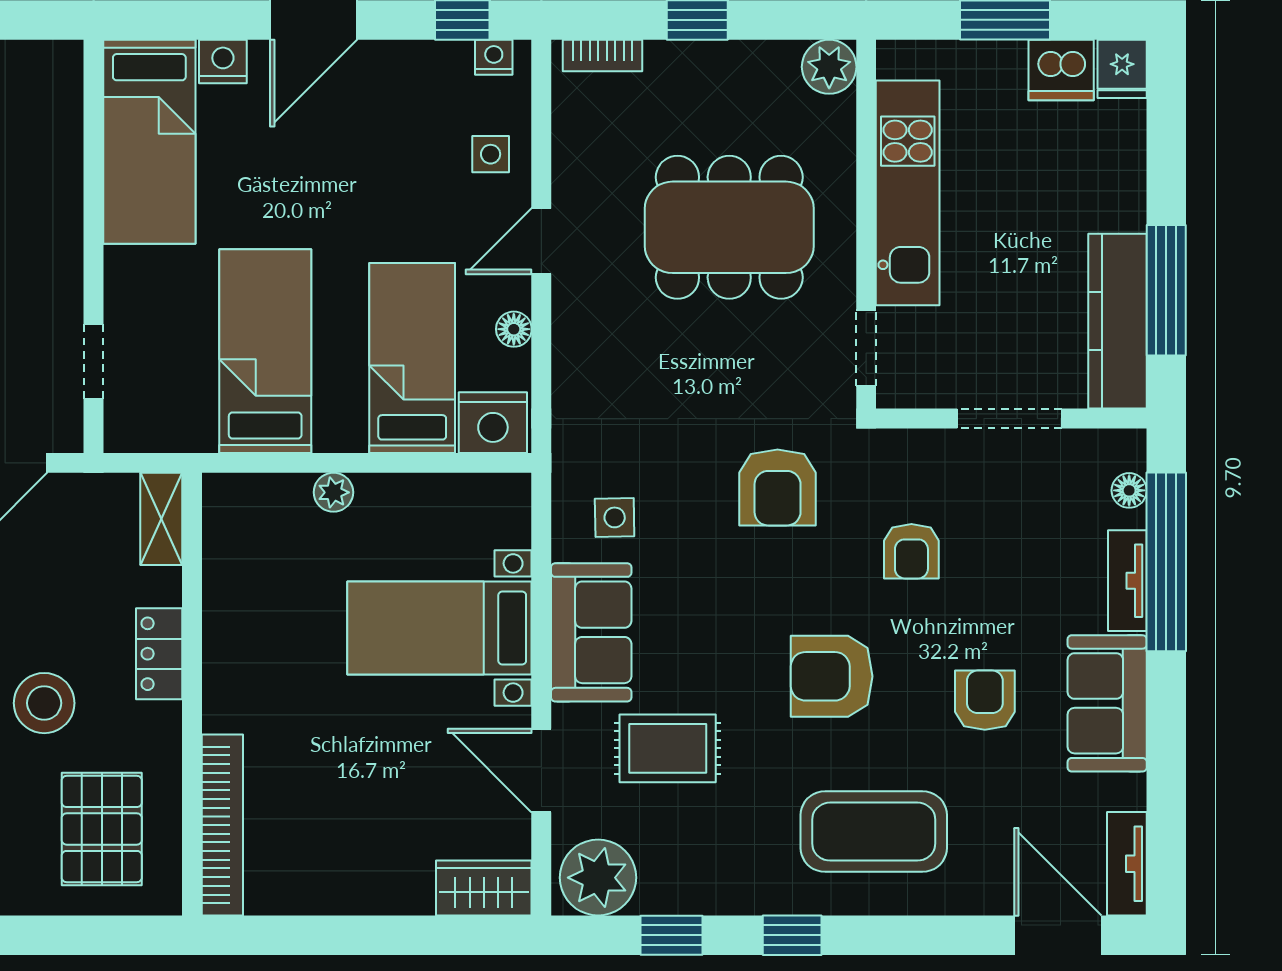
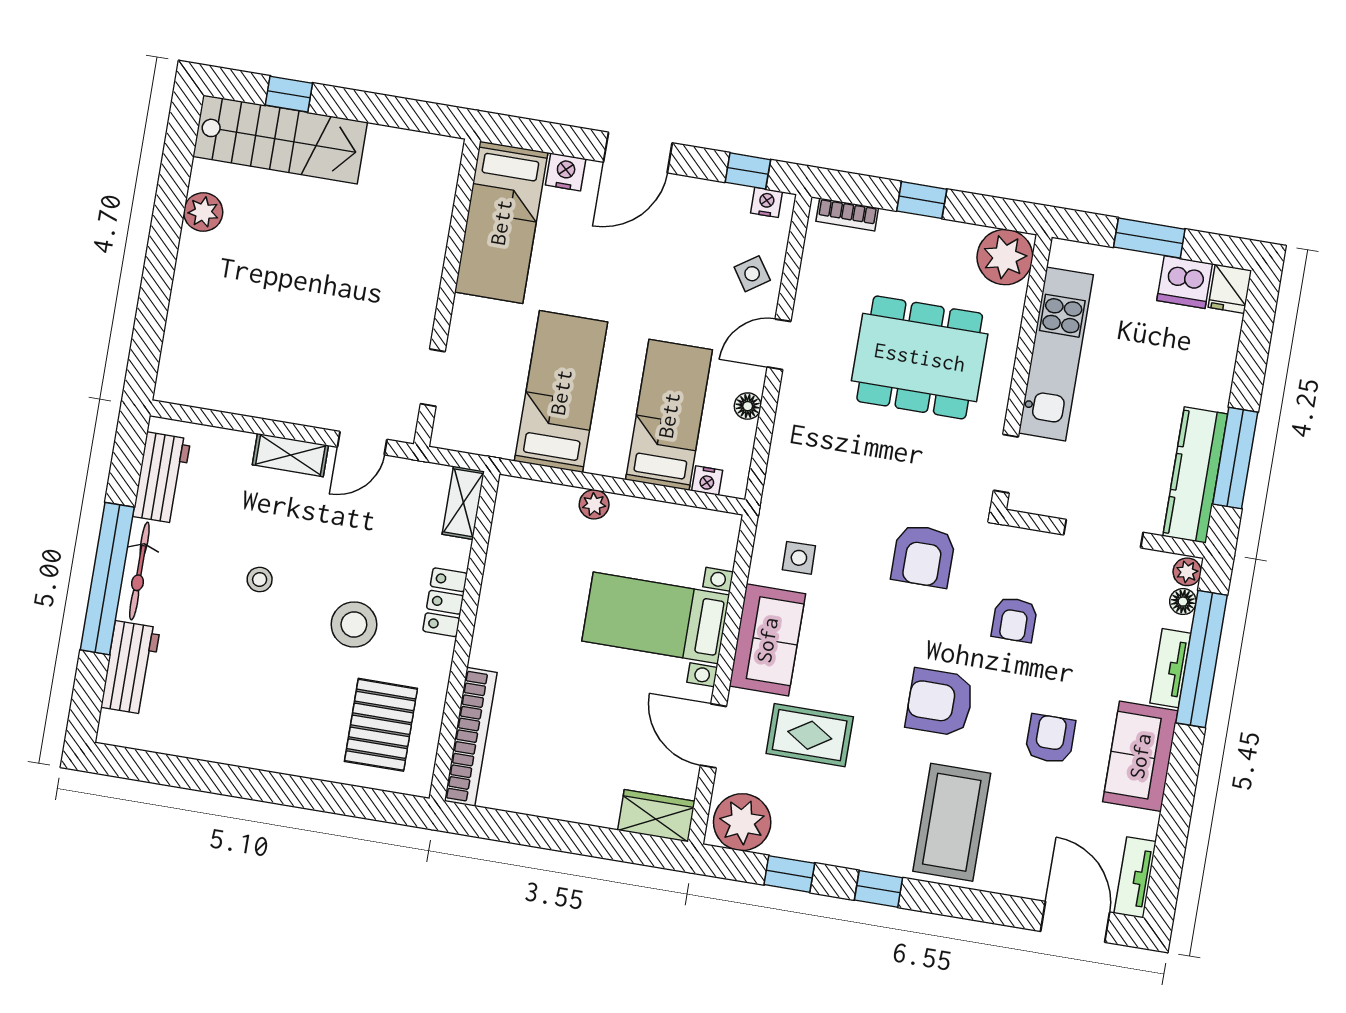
plant: (829, 67) -> (1005, 257), width x1.36, depth x1.36
side table: (491, 154) -> (752, 274), turned -34
nightstand: (493, 423) -> (707, 481), width x0.53, depth x0.56
plant: (1128, 450) -> (1187, 572), added
coffee table: (874, 832) -> (952, 822), turned 90

